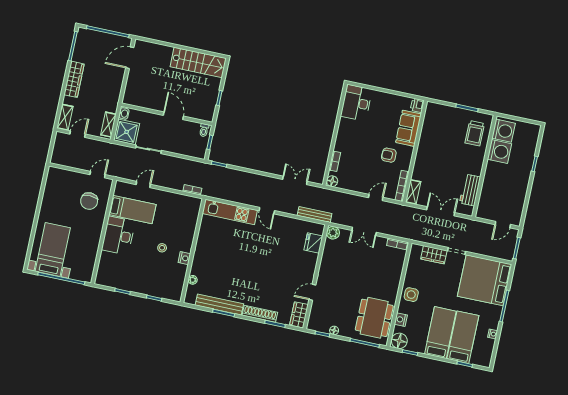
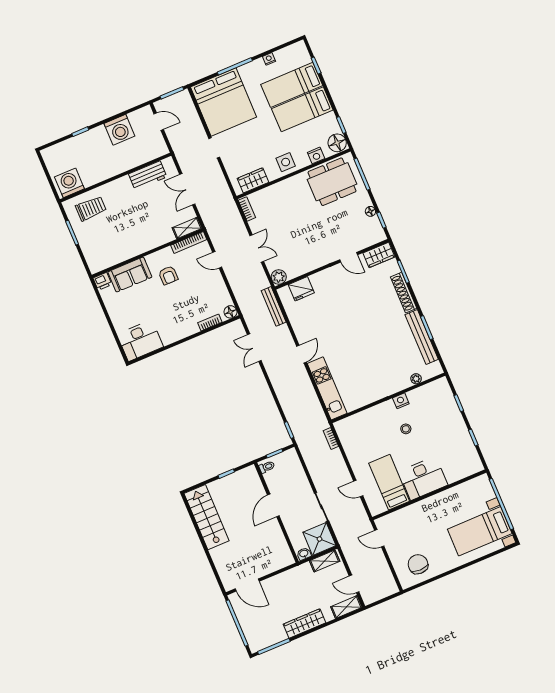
washing machine: (500, 151) -> (119, 130), moved, turned 180
chair: (89, 201) -> (418, 564), moved, turned -92
wardrobe: (434, 255) -> (253, 180), moved, turned -90

